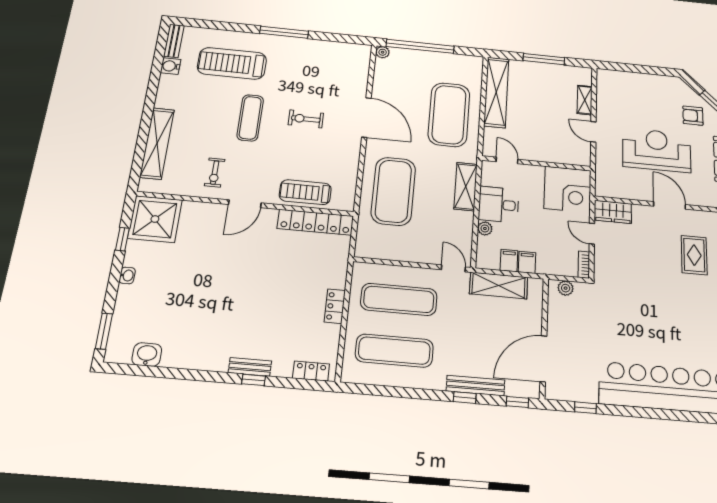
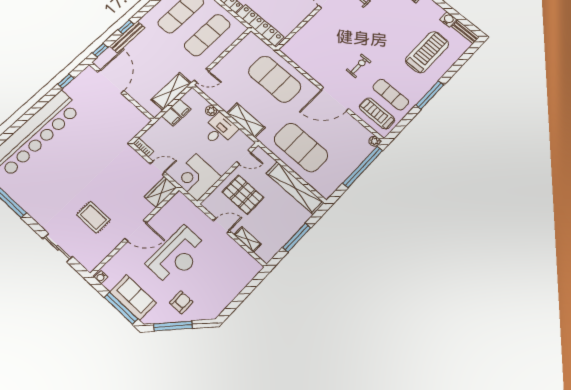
exercise mat: (250, 118) -> (391, 95), moved
pallet: (546, 134) -> (243, 195), added
treadmill: (305, 192) -> (377, 113), moved, turned -90
locker: (315, 222) -> (260, 25), moved, turned 90
plant: (566, 288) -> (139, 126), removed

